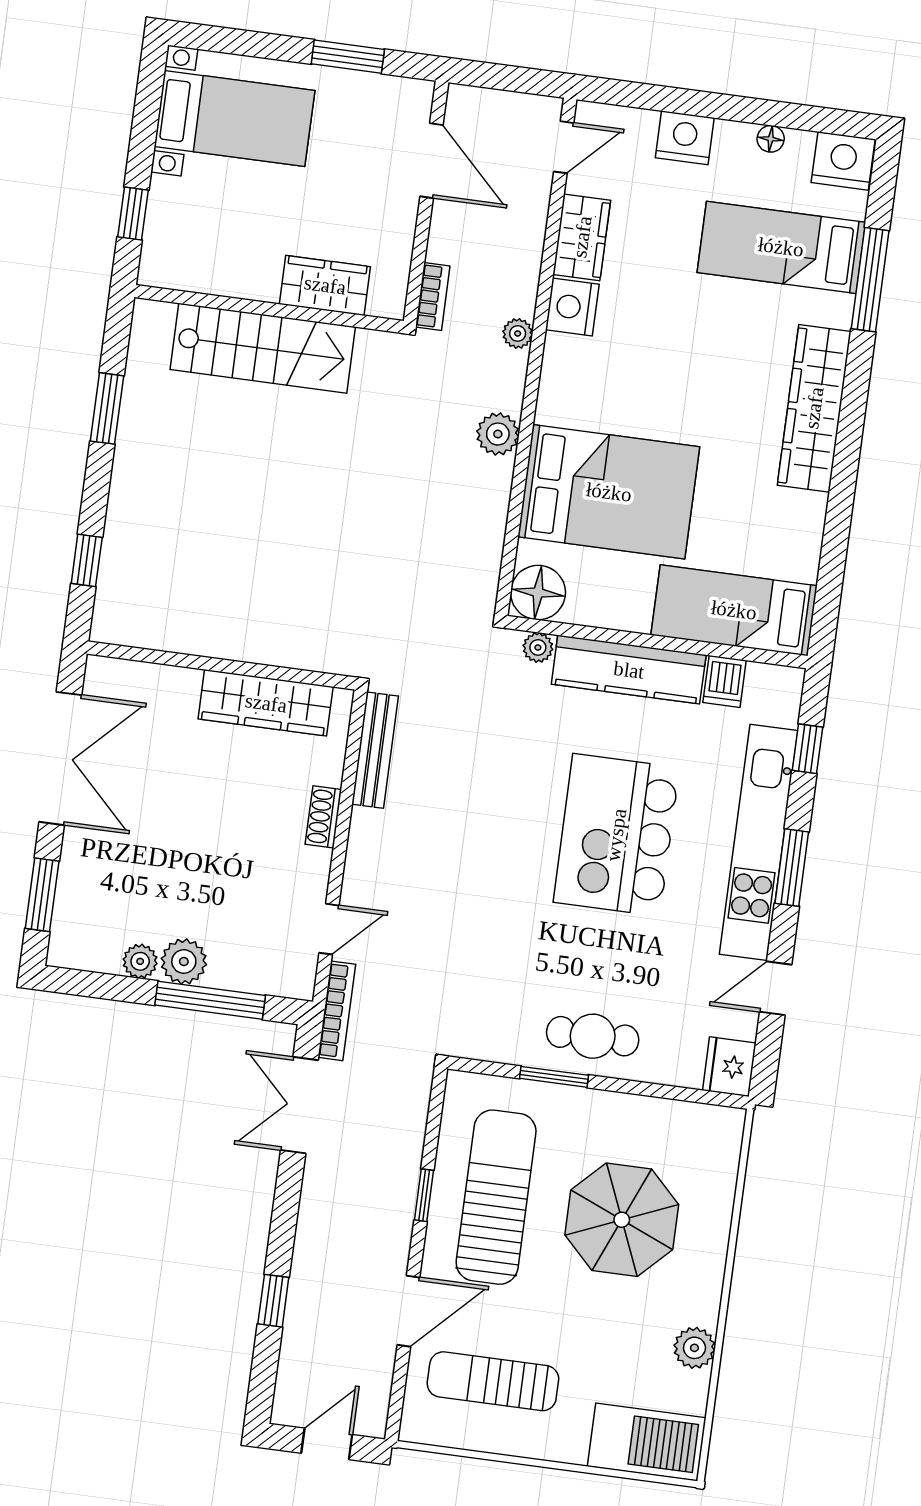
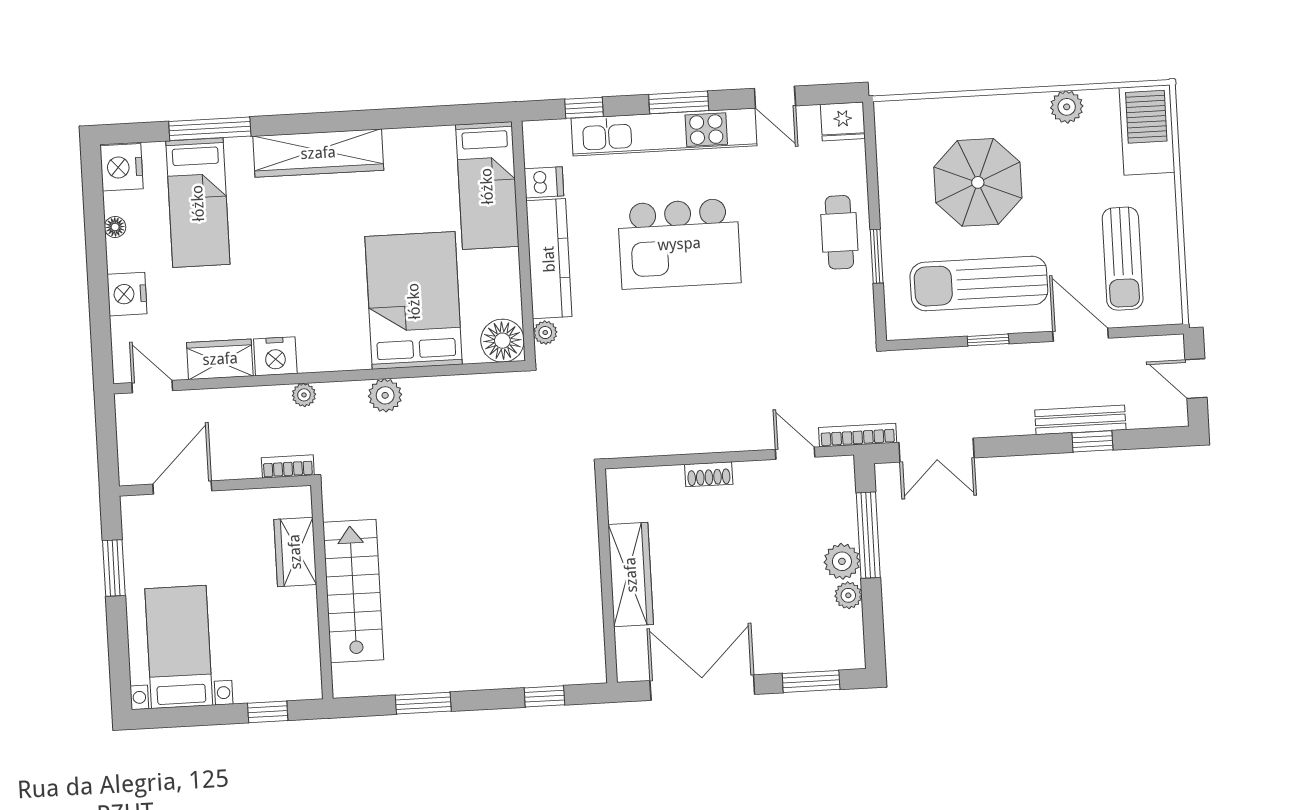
wardrobe: (266, 703) -> (631, 575), moved
bench: (375, 750) -> (1080, 420), moved

